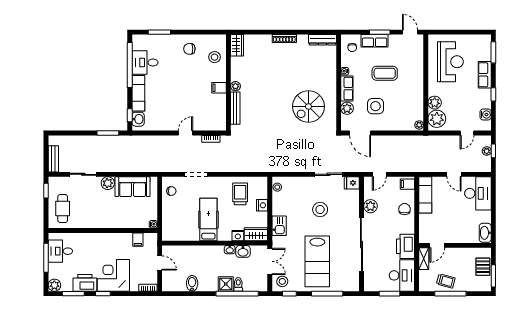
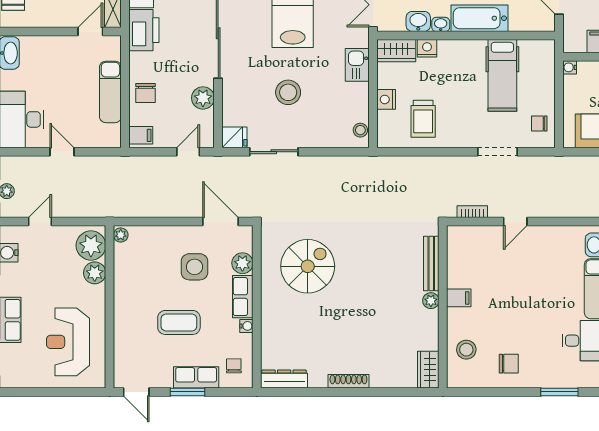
exam couch: (425, 195) -> (110, 92), moved
hospital bed: (208, 220) -> (502, 75), moved
bathtub: (207, 253) -> (480, 18), added

